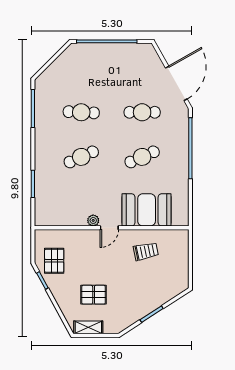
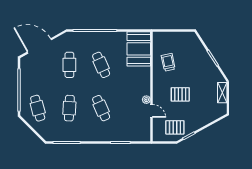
cafe table: (81, 68) -> (38, 108), added
door: (176, 83) -> (39, 46), moved
booth: (147, 210) -> (139, 49), moved
door: (109, 228) -> (151, 111), moved
pallet: (94, 295) -> (180, 94), moved, turned 90
shelving: (88, 327) -> (222, 93), moved

